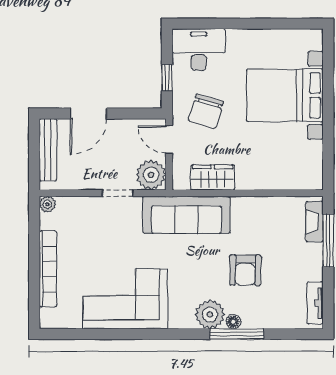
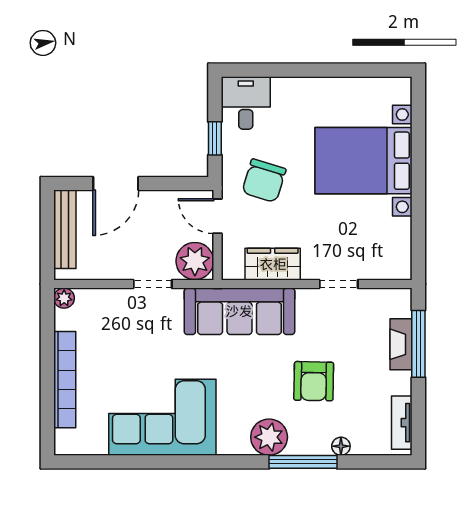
desk: (199, 50) -> (246, 103), width x0.73
doorway: (265, 193) -> (339, 284), added
fireplace: (314, 222) -> (401, 344), moved
floor lamp: (233, 322) -> (341, 446), moved

